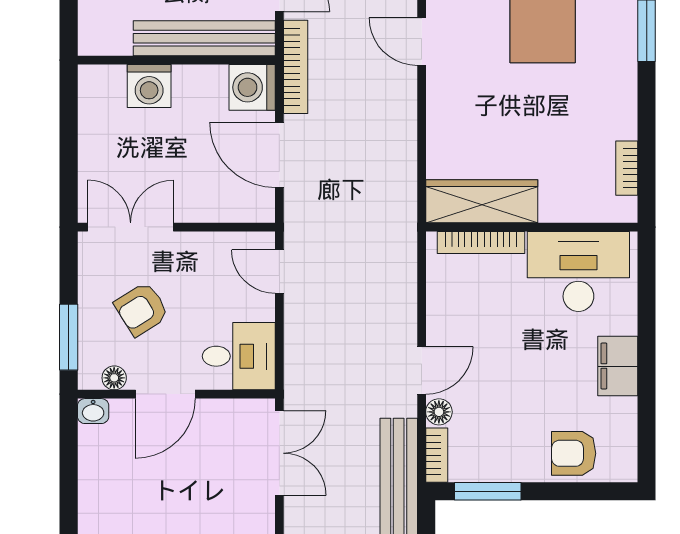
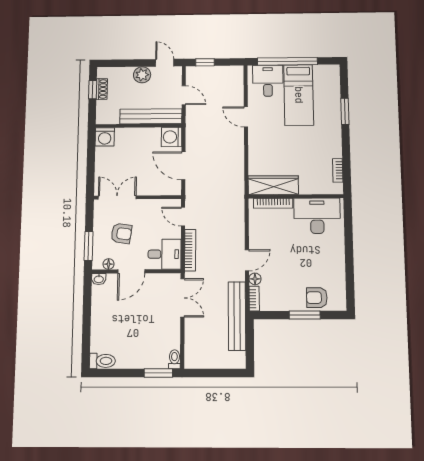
bookcase: (296, 67) -> (190, 250), moved
washing machine: (149, 86) -> (105, 137), moved
armchair: (142, 309) -> (121, 233), turned -140
filing cabinet: (618, 366) -> (336, 258), removed
window: (488, 491) -> (305, 315), moved

